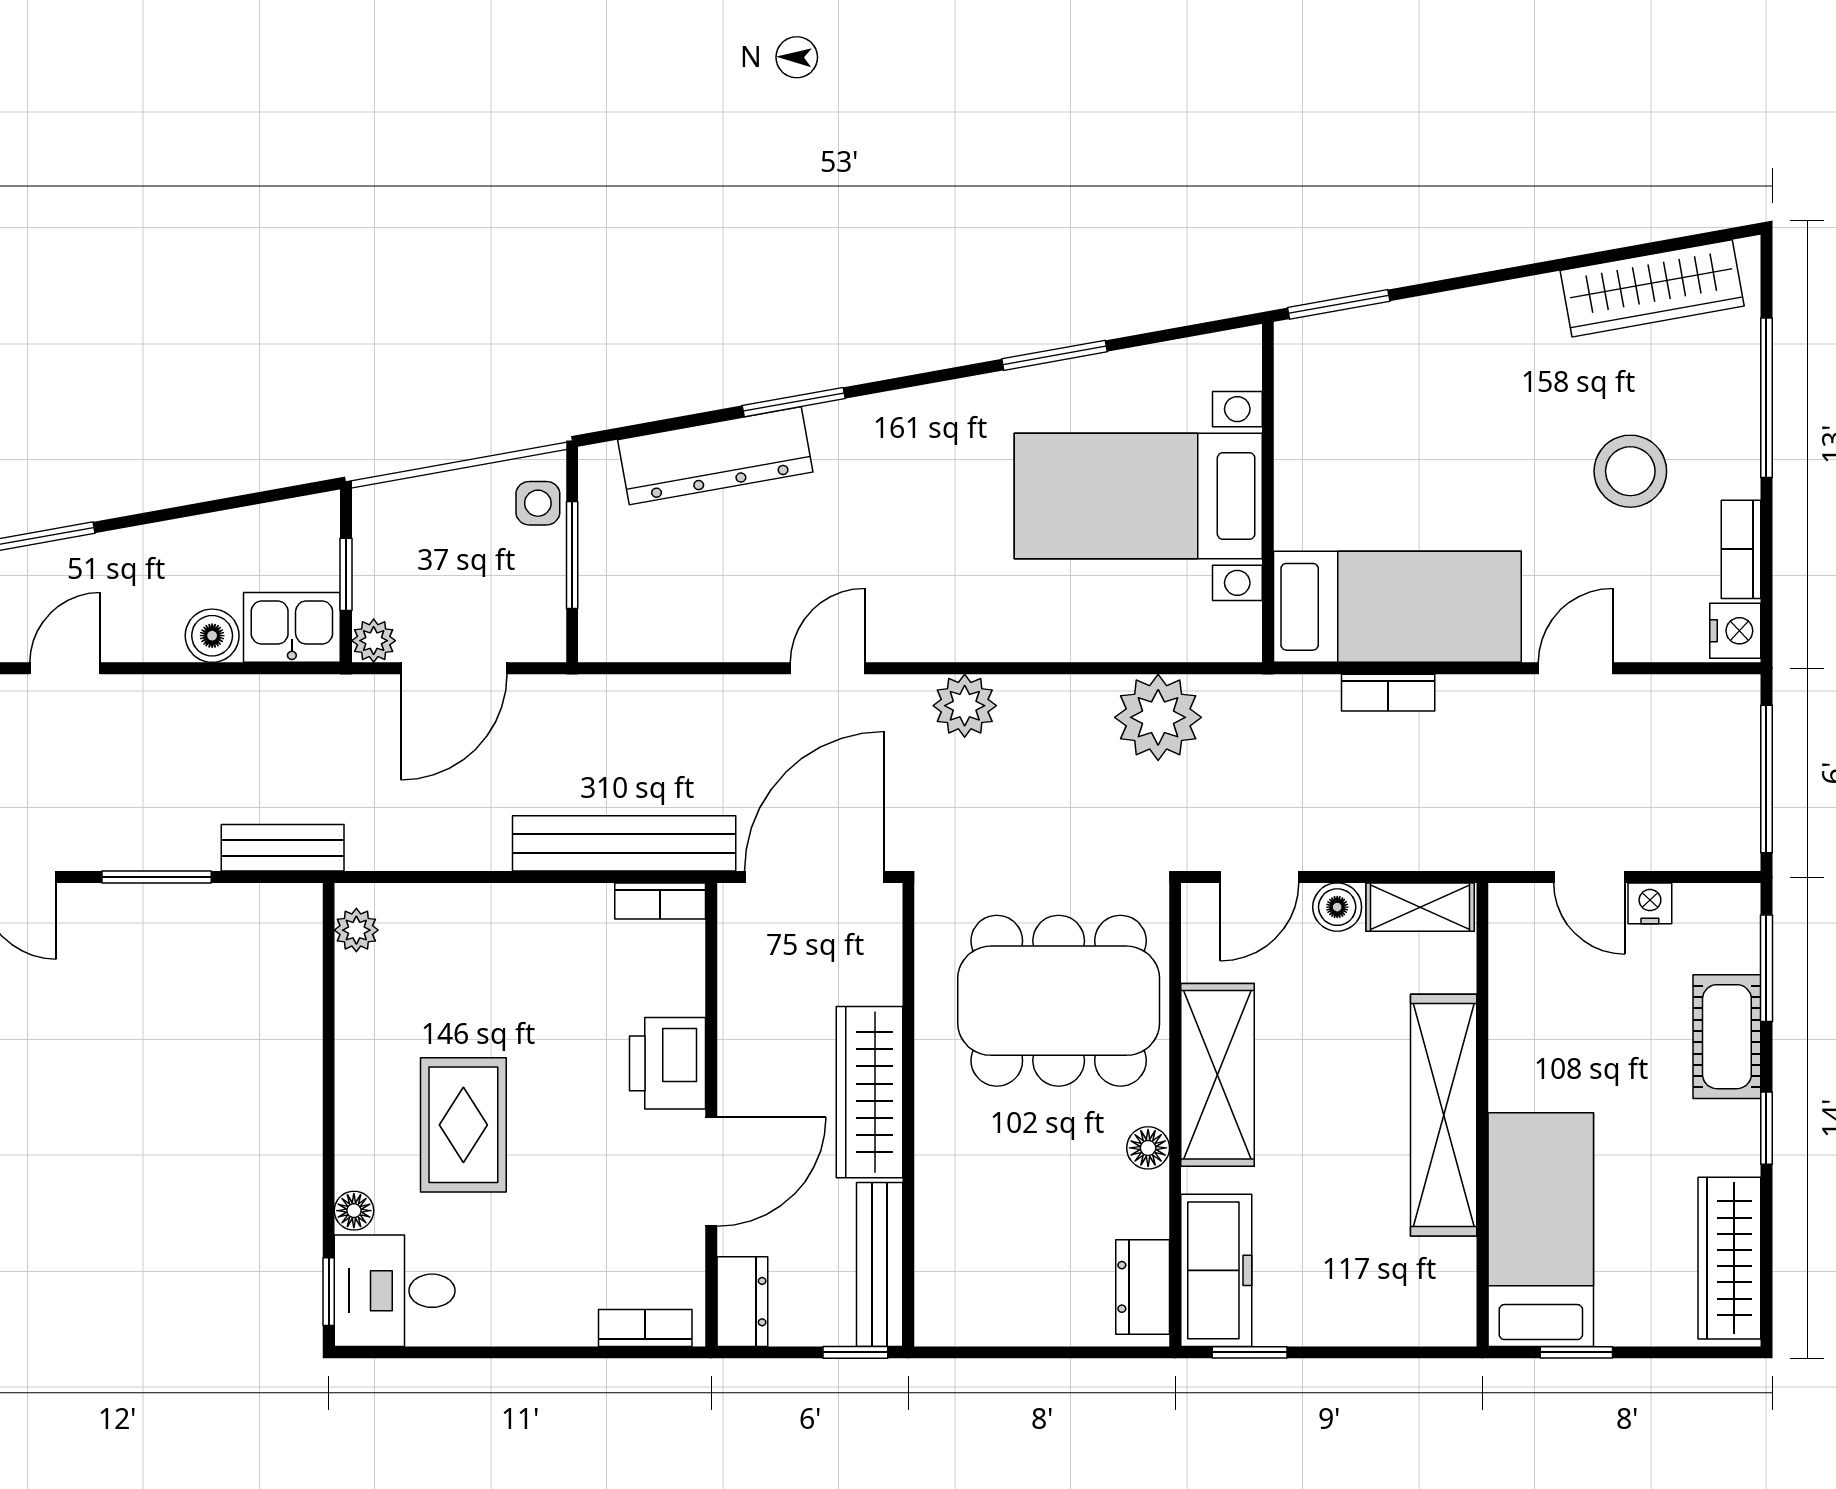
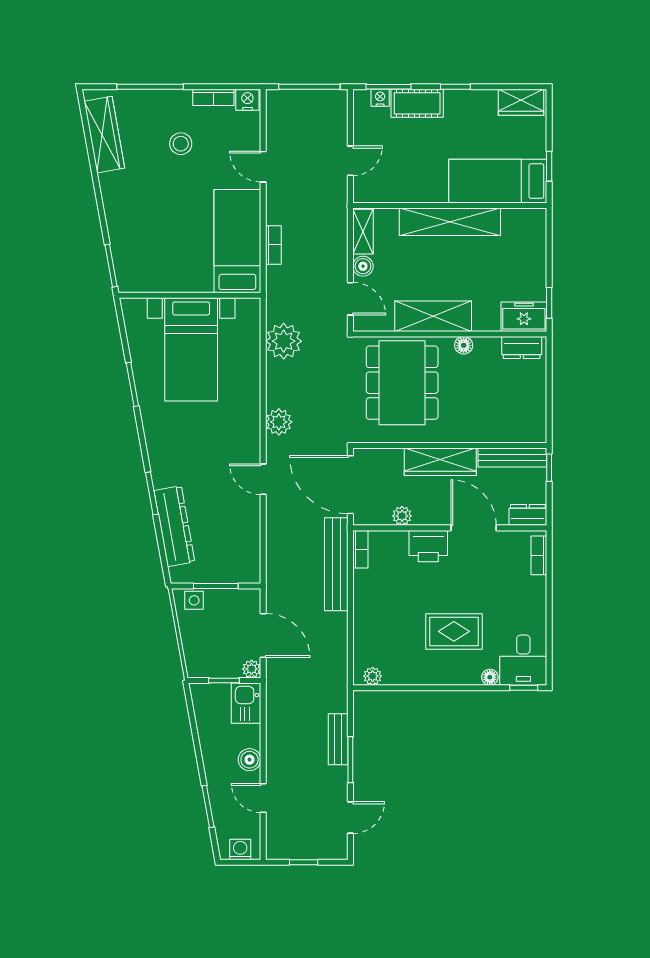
stool: (1630, 471) -> (181, 144), width x0.73, depth x0.73
boiler: (212, 636) -> (250, 760), moved
bench: (283, 848) -> (338, 739), moved
nightstand: (1650, 903) -> (380, 98), moved, turned 90
plant: (740, 1001) -> (402, 516), added
wardrobe: (1729, 1258) -> (521, 102), width x0.67
freezer: (1216, 1270) -> (524, 317), width x0.71

